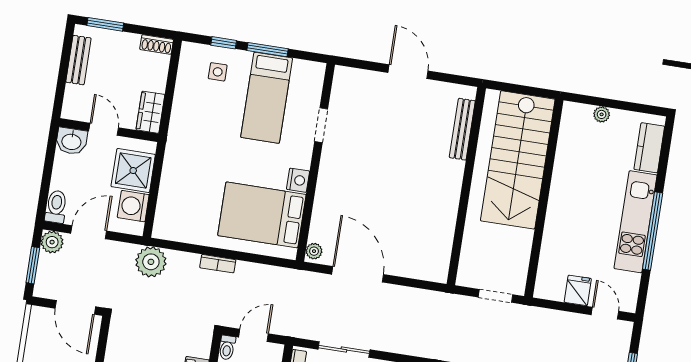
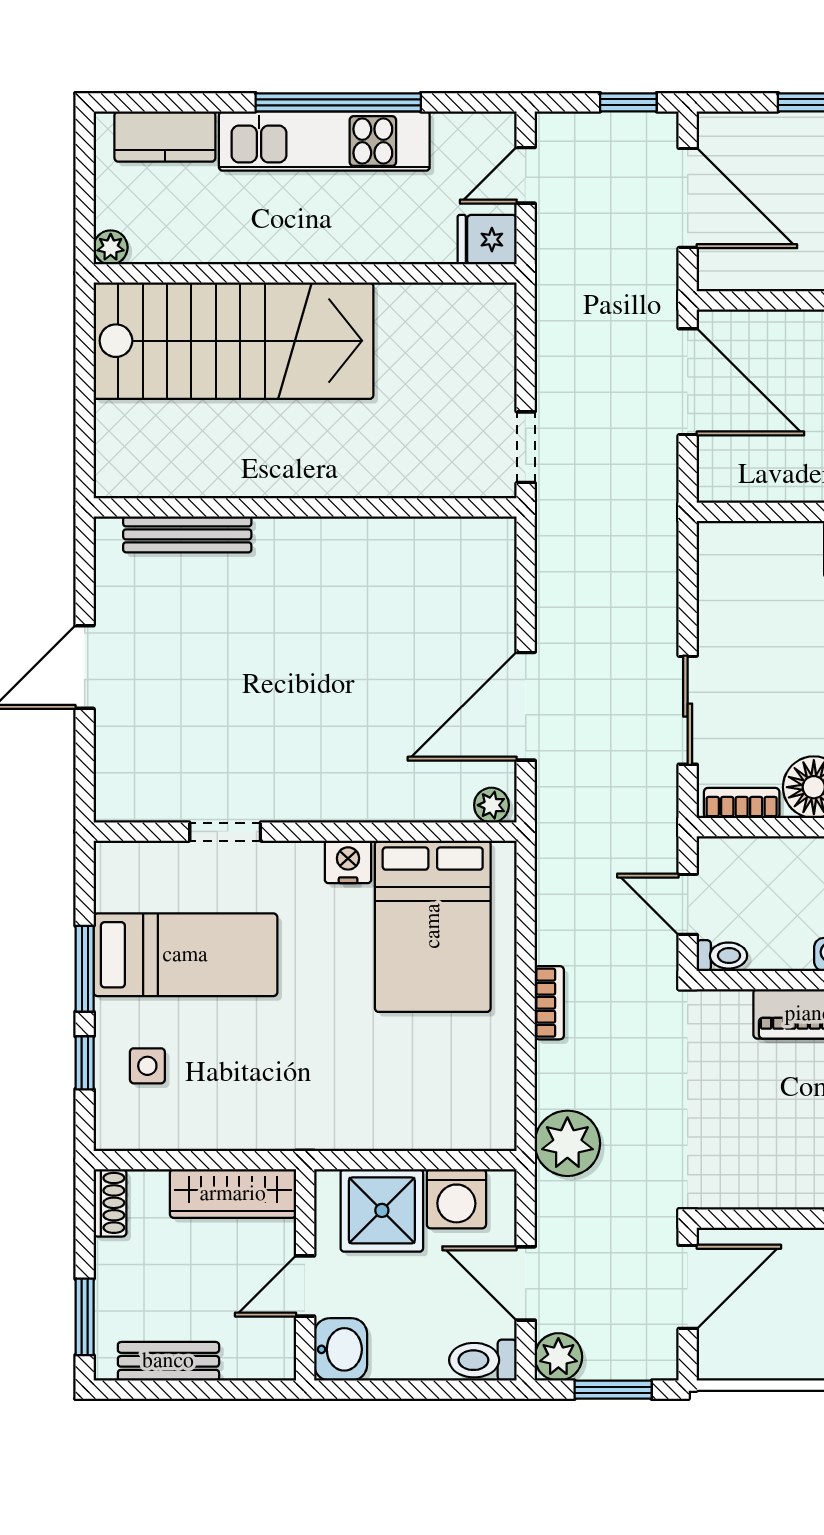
wardrobe: (150, 112) -> (233, 1194), width x1.50
stairs: (518, 160) -> (233, 341), moved
wall: (544, 198) -> (305, 273), moved
doorway: (495, 296) -> (526, 447), moved

